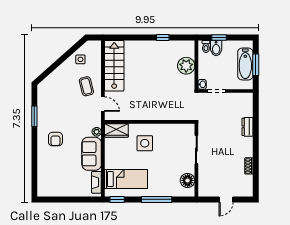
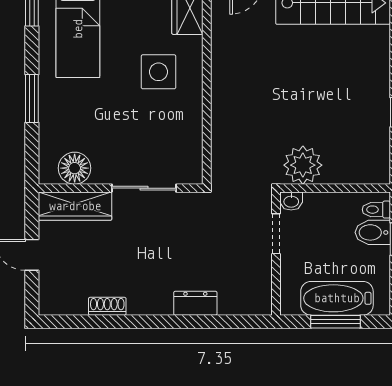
plant: (186, 66) -> (303, 165), moved
wardrobe: (204, 180) -> (75, 206), added
window: (157, 199) -> (32, 98), width x0.69

